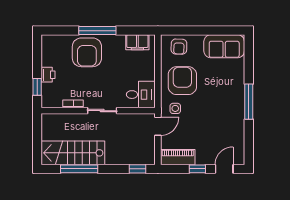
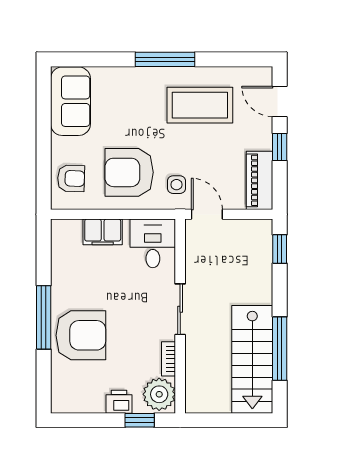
filing cabinet: (137, 42) -> (103, 232), moved, turned 90
plant: (52, 98) -> (159, 394), added
coffee table: (222, 122) -> (200, 105), added

